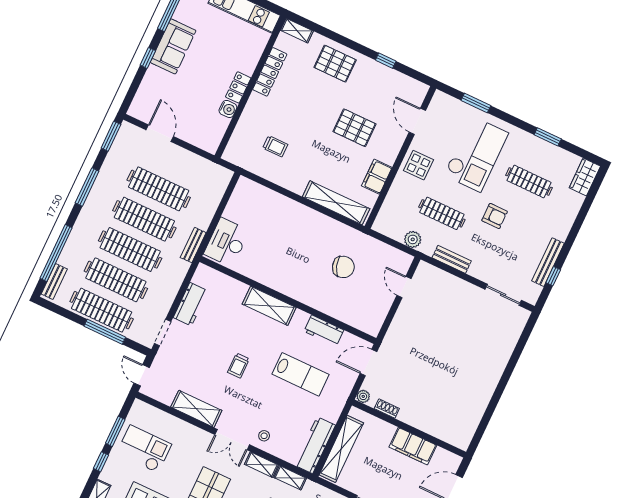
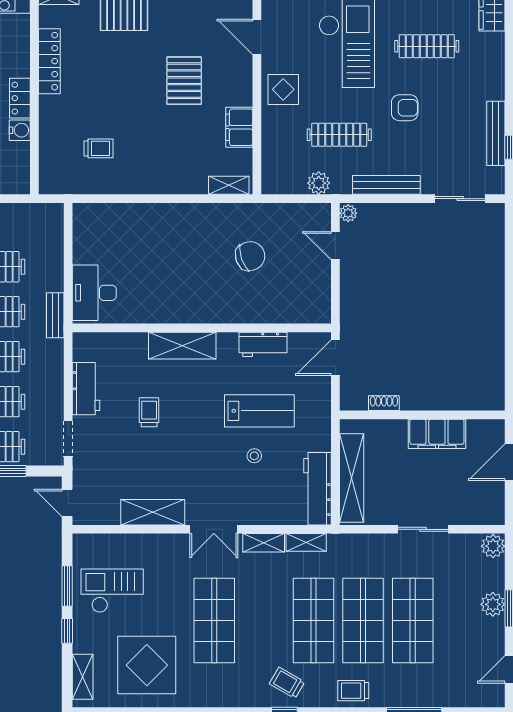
pallet: (354, 128) -> (184, 81), turned 90
shelving: (336, 203) -> (229, 185), width x0.45, depth x0.75
bench: (452, 259) -> (386, 185), width x1.36
trolley: (238, 366) -> (149, 412), moved, turned 180
plant: (363, 396) -> (348, 213), moved
stool: (264, 436) -> (254, 456), moved

